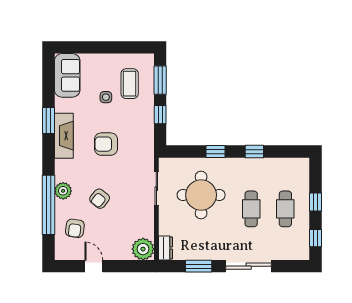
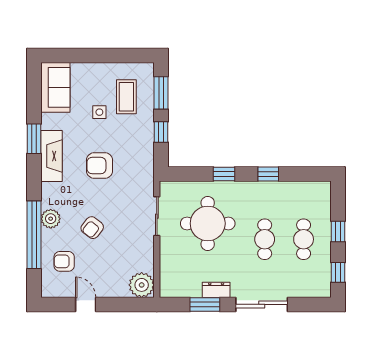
armchair: (75, 228) -> (64, 261), turned 82
dresser: (165, 248) -> (216, 290), moved, turned -90

